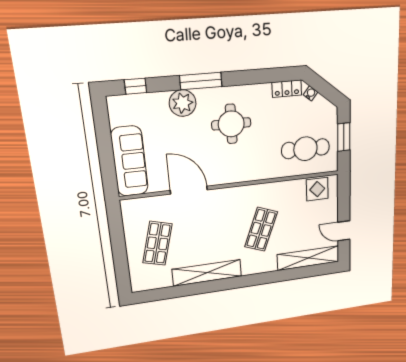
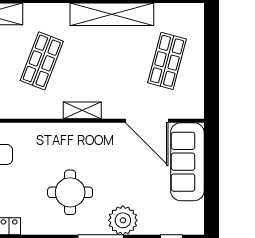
door: (189, 190) -> (147, 121), moved
shelving: (226, 194) -> (82, 110), added

